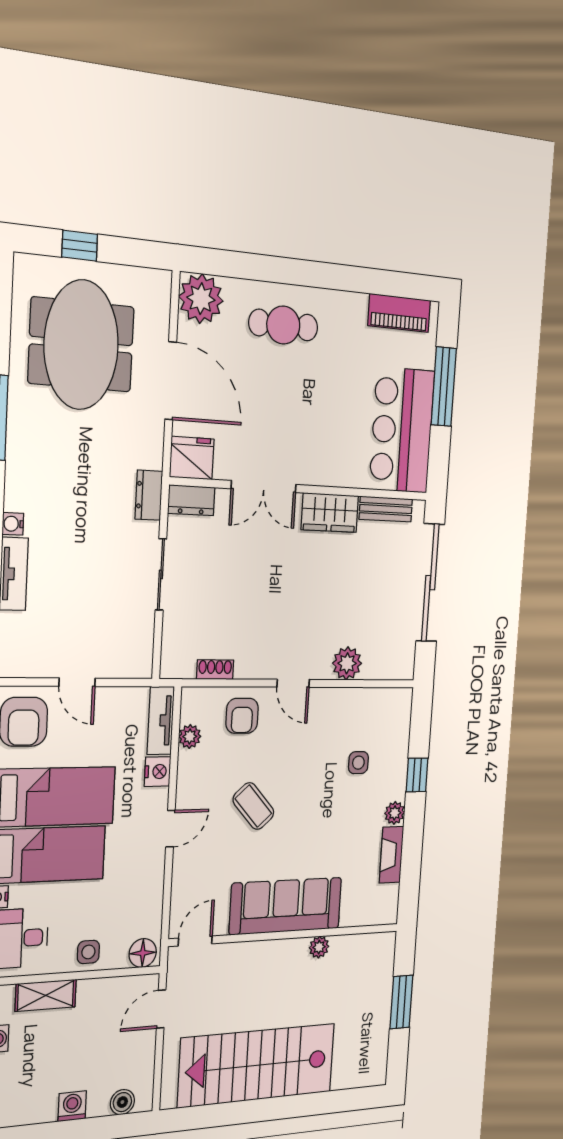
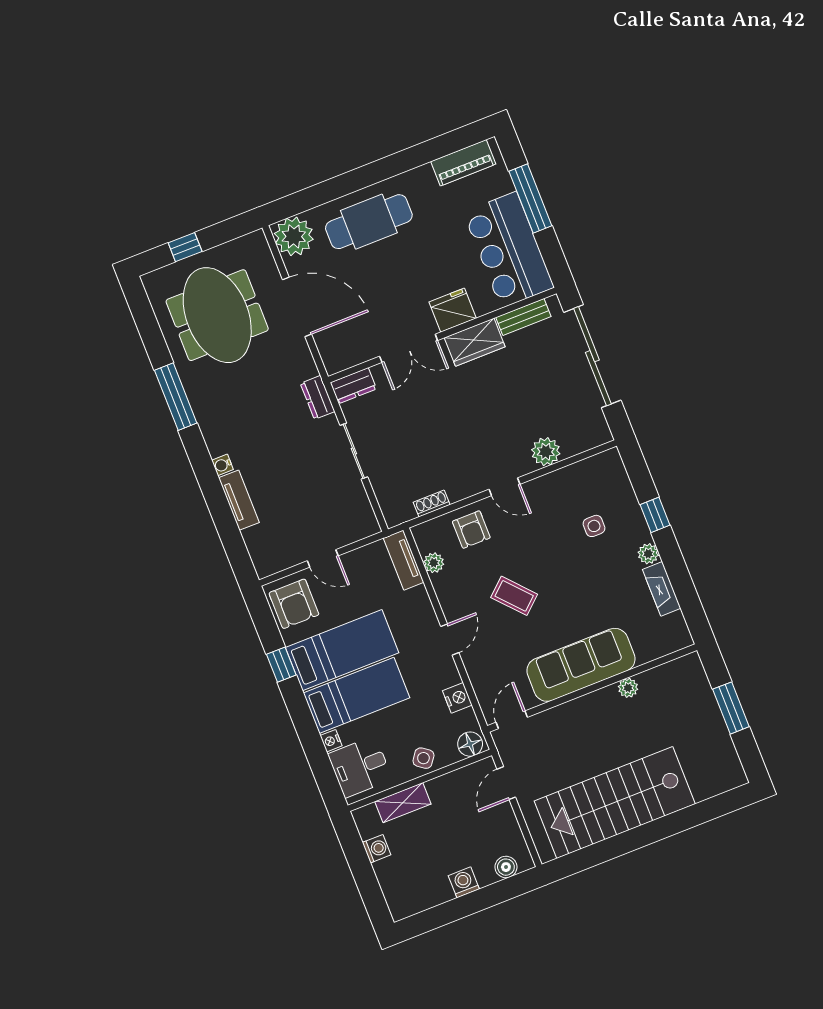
cafe table: (283, 325) -> (369, 222), width x1.37, depth x1.35
fridge: (192, 458) -> (453, 310), moved
nightstand: (158, 772) -> (457, 698), moved
side table: (88, 952) -> (423, 758), turned 36

